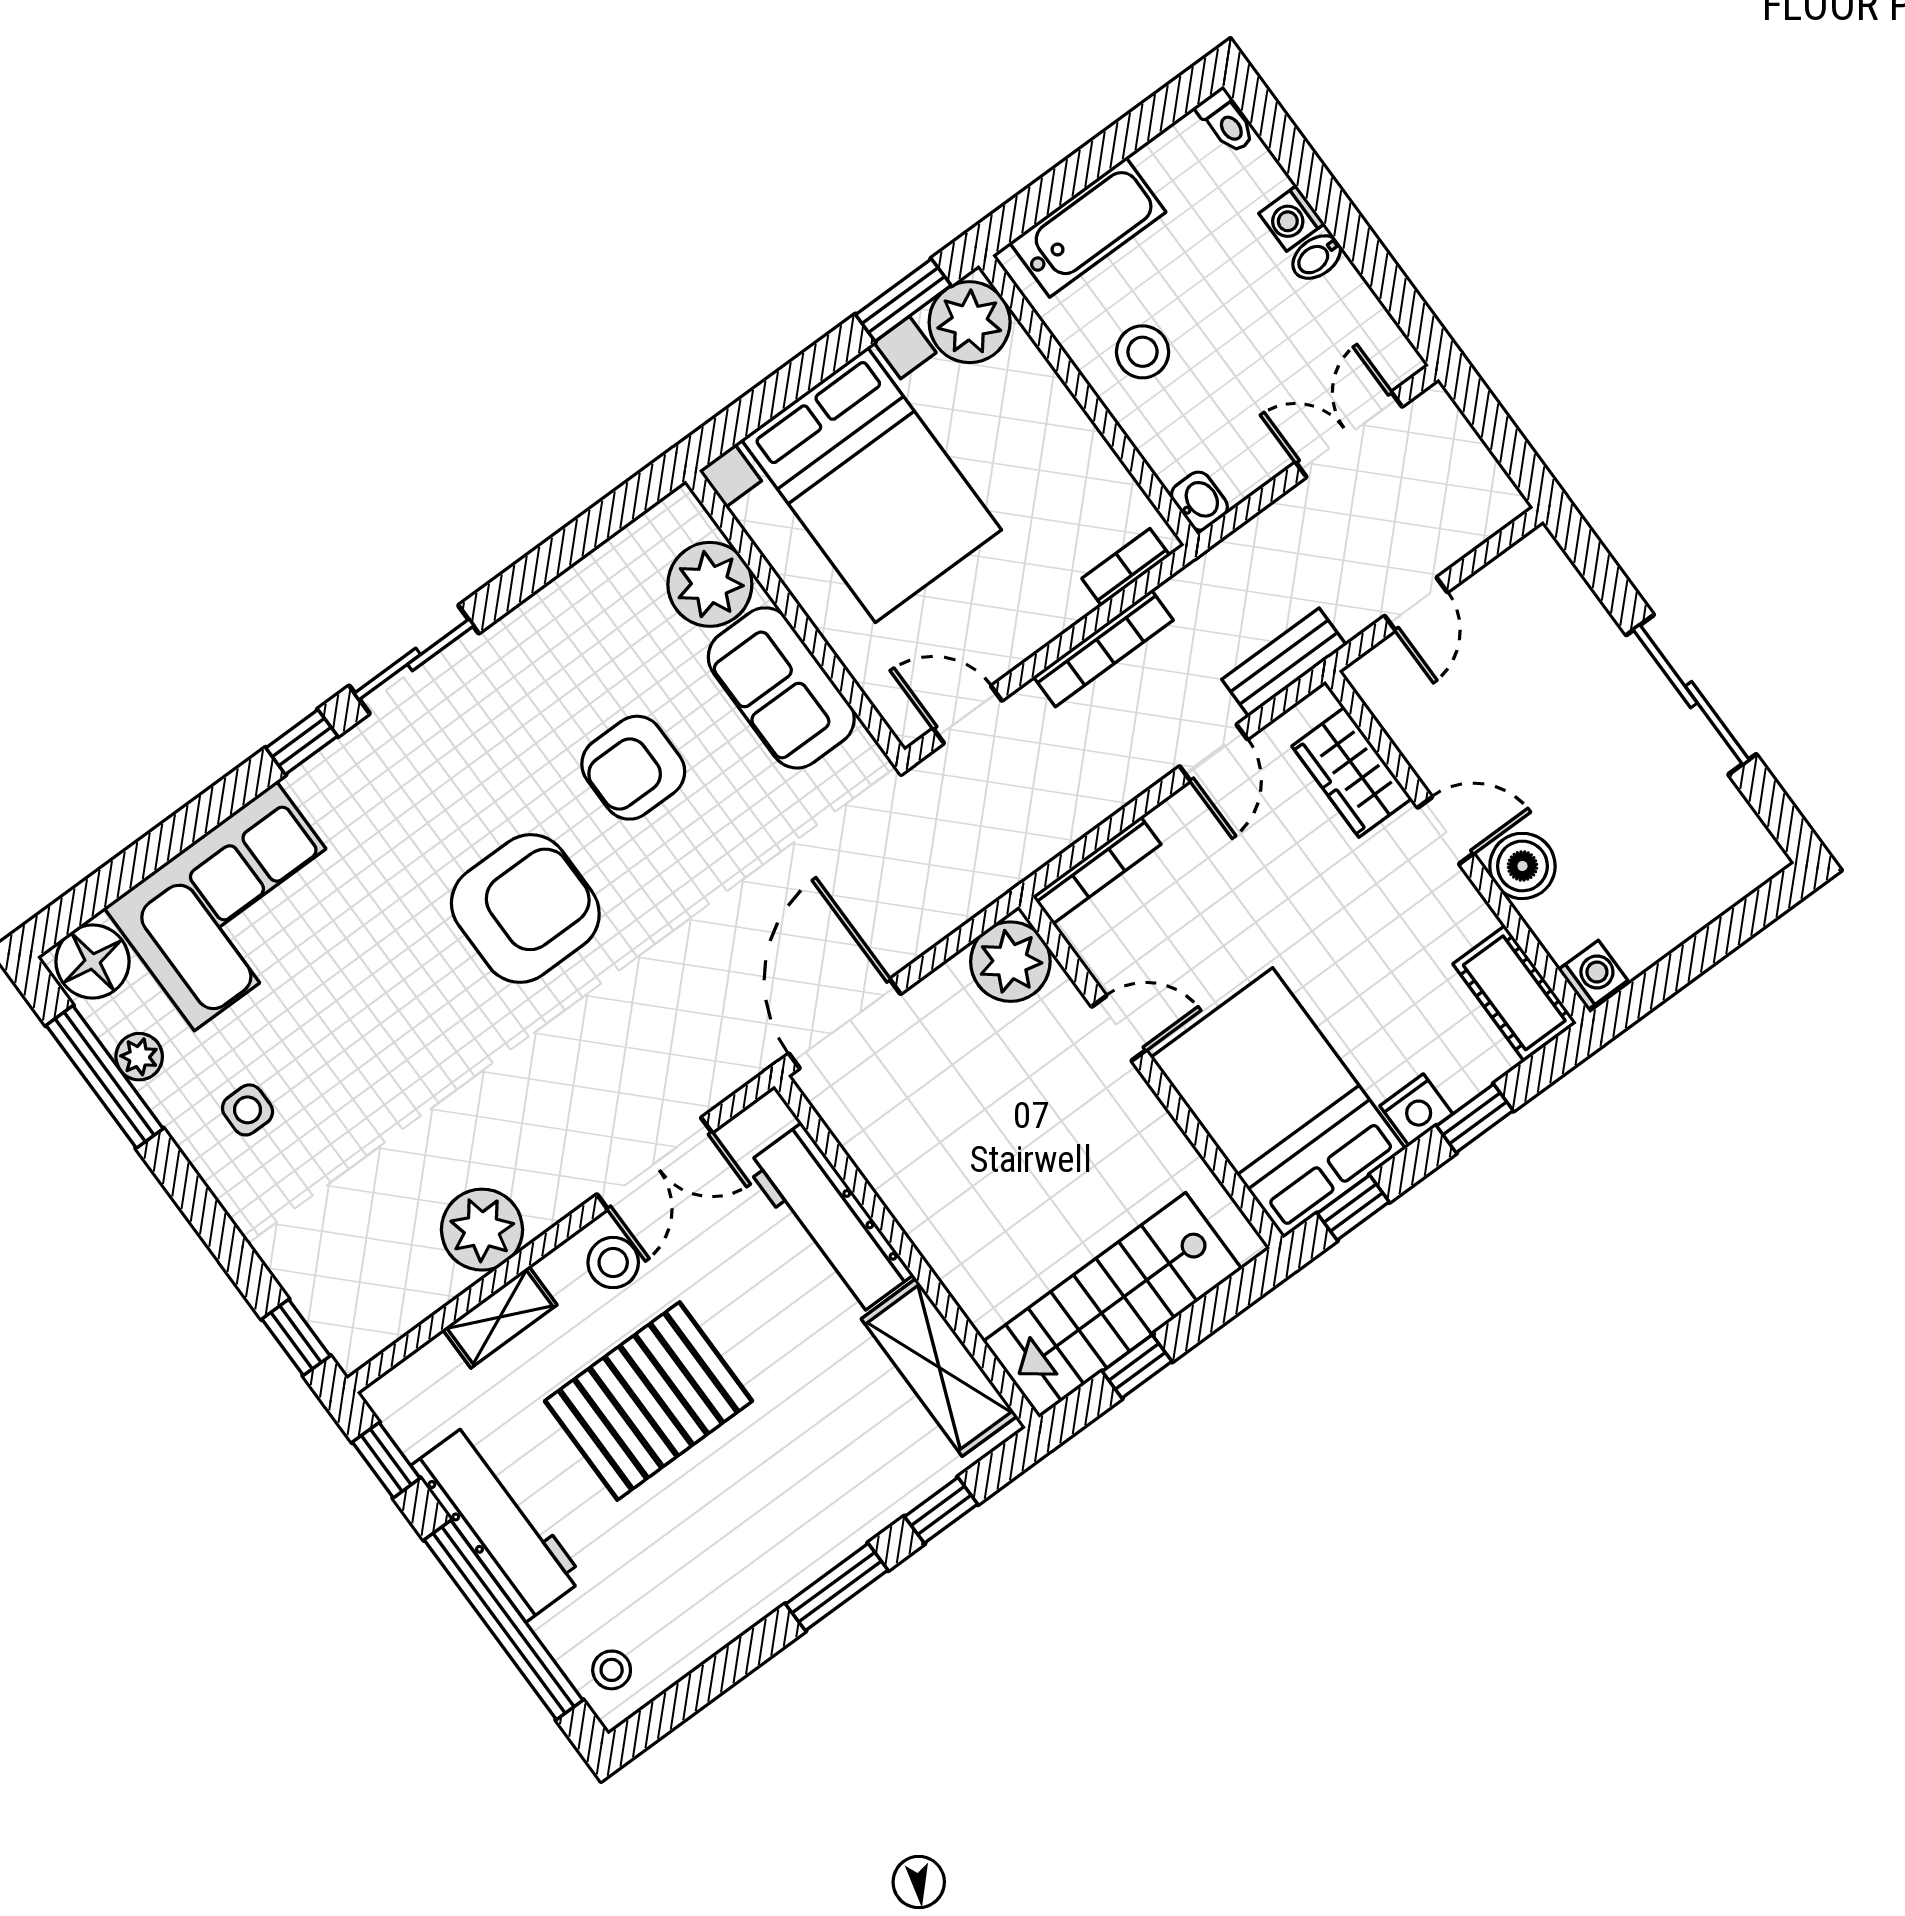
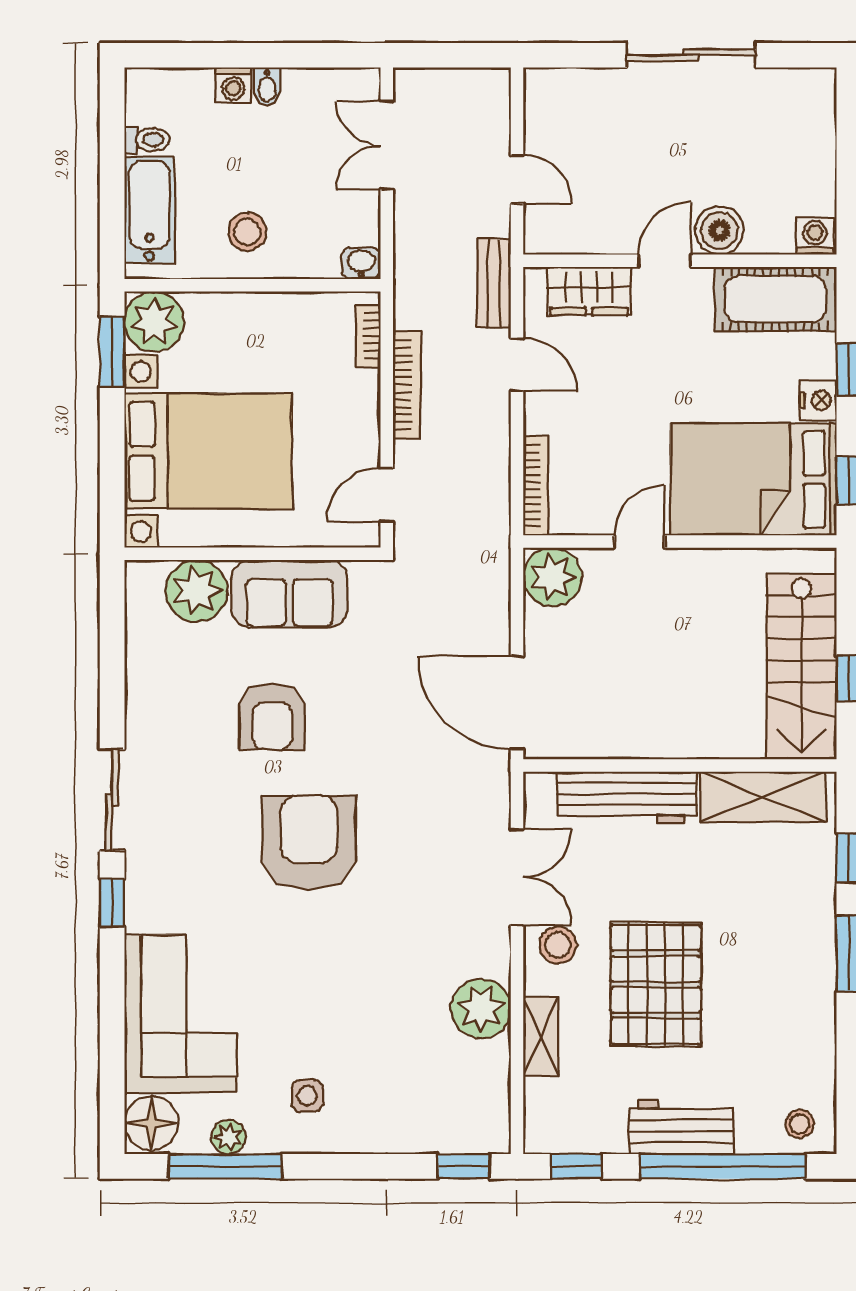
toilet: (1226, 121) -> (147, 140), moved
cot: (1514, 993) -> (775, 299), width x1.37, depth x1.34
workbench: (498, 1522) -> (682, 1127), width x0.73

